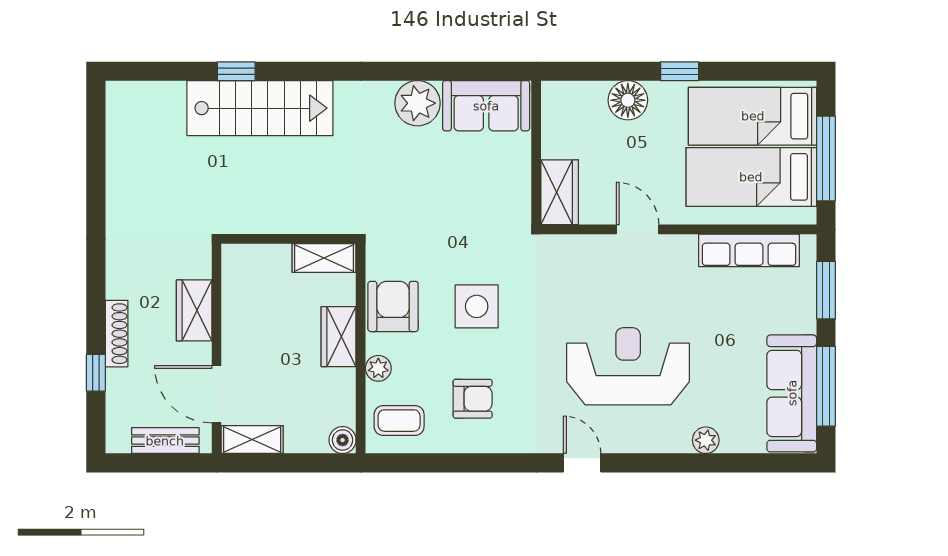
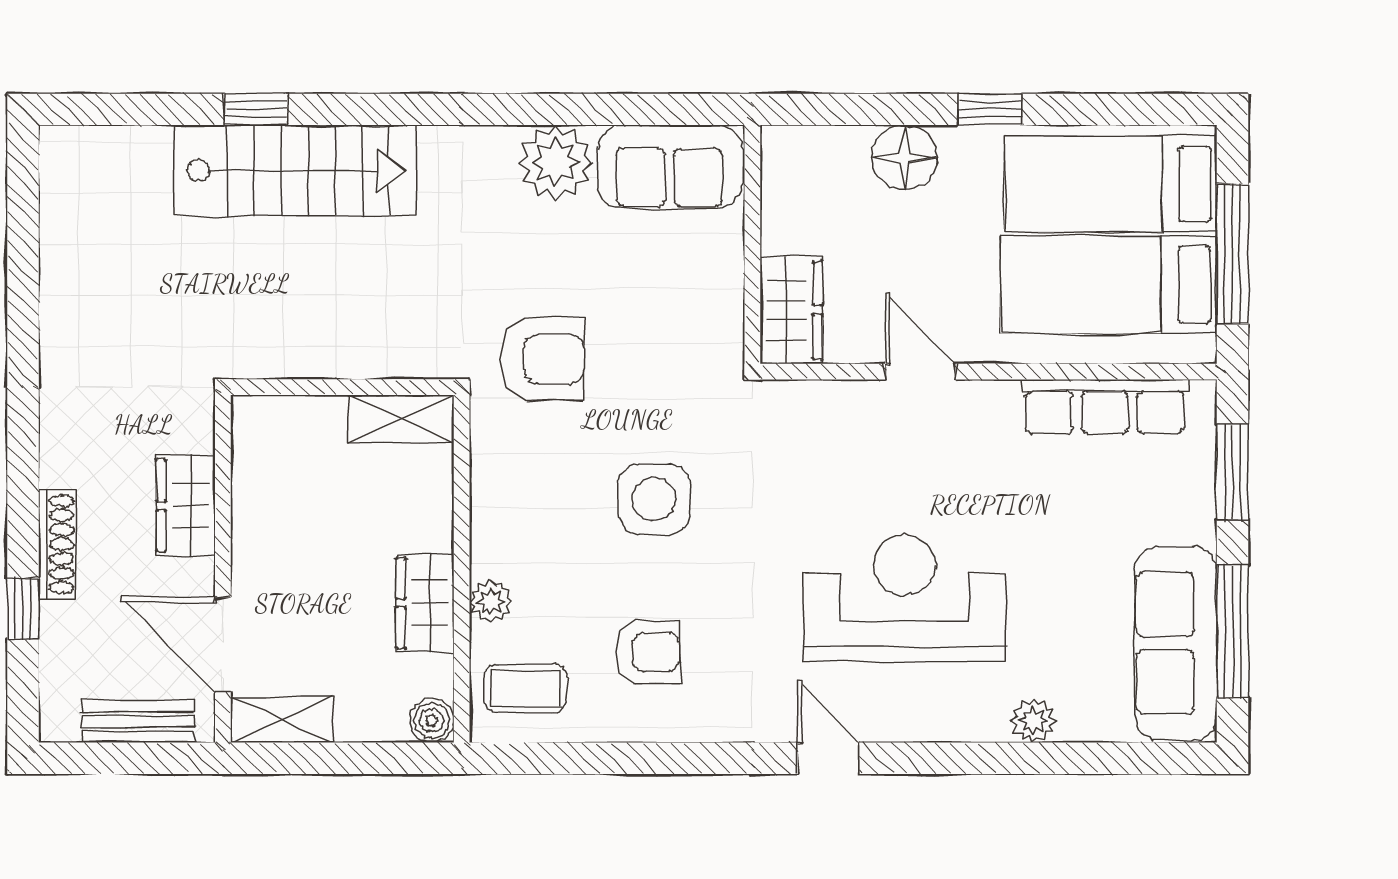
armchair: (393, 306) -> (542, 359), moved, turned 90
wardrobe: (339, 337) -> (425, 603), moved

